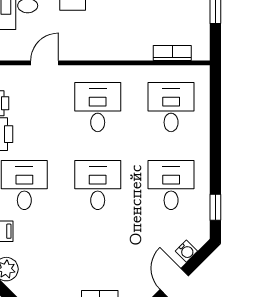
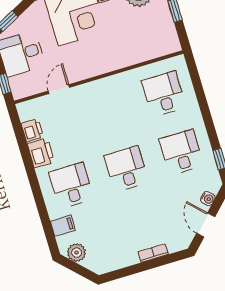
bookcase: (172, 53) -> (153, 53), removed
desk: (98, 107) -> (109, 110), removed

